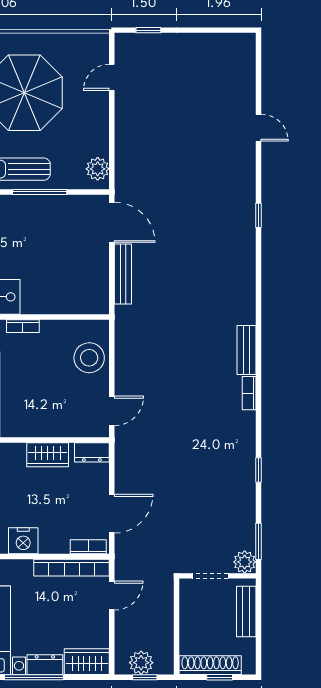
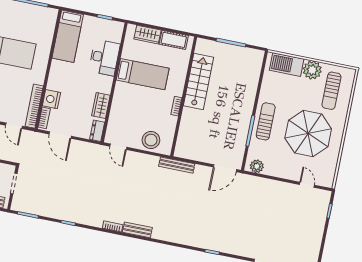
bench: (123, 274) -> (177, 165), moved
nightstand: (23, 541) -> (51, 99), moved
plant: (245, 562) -> (18, 205), removed

